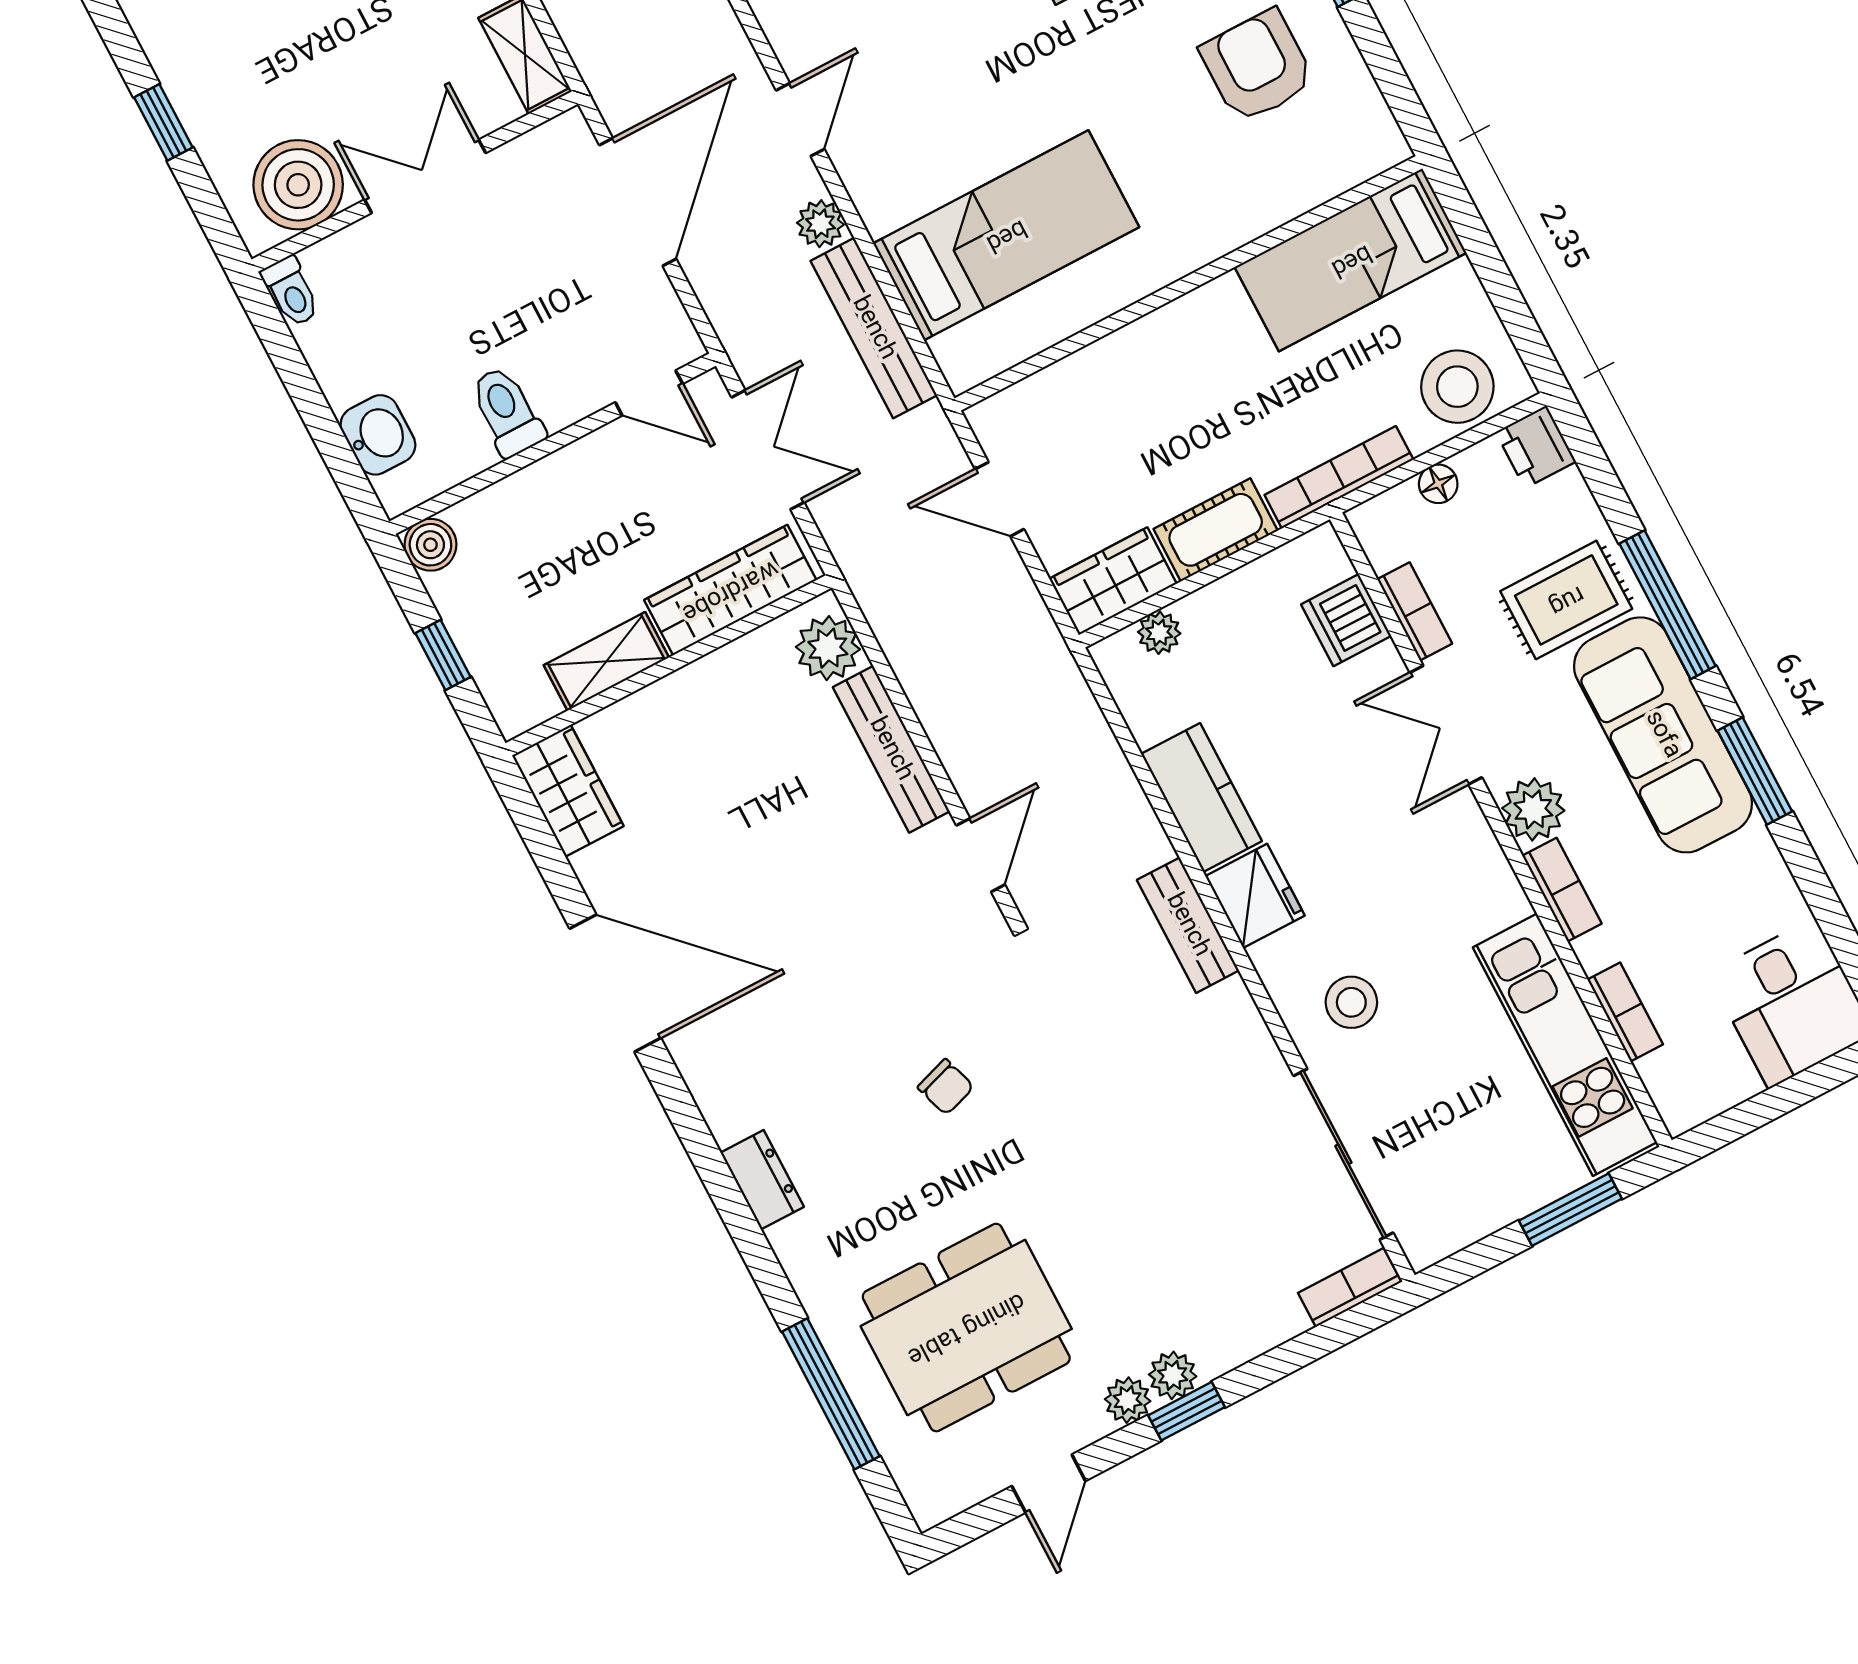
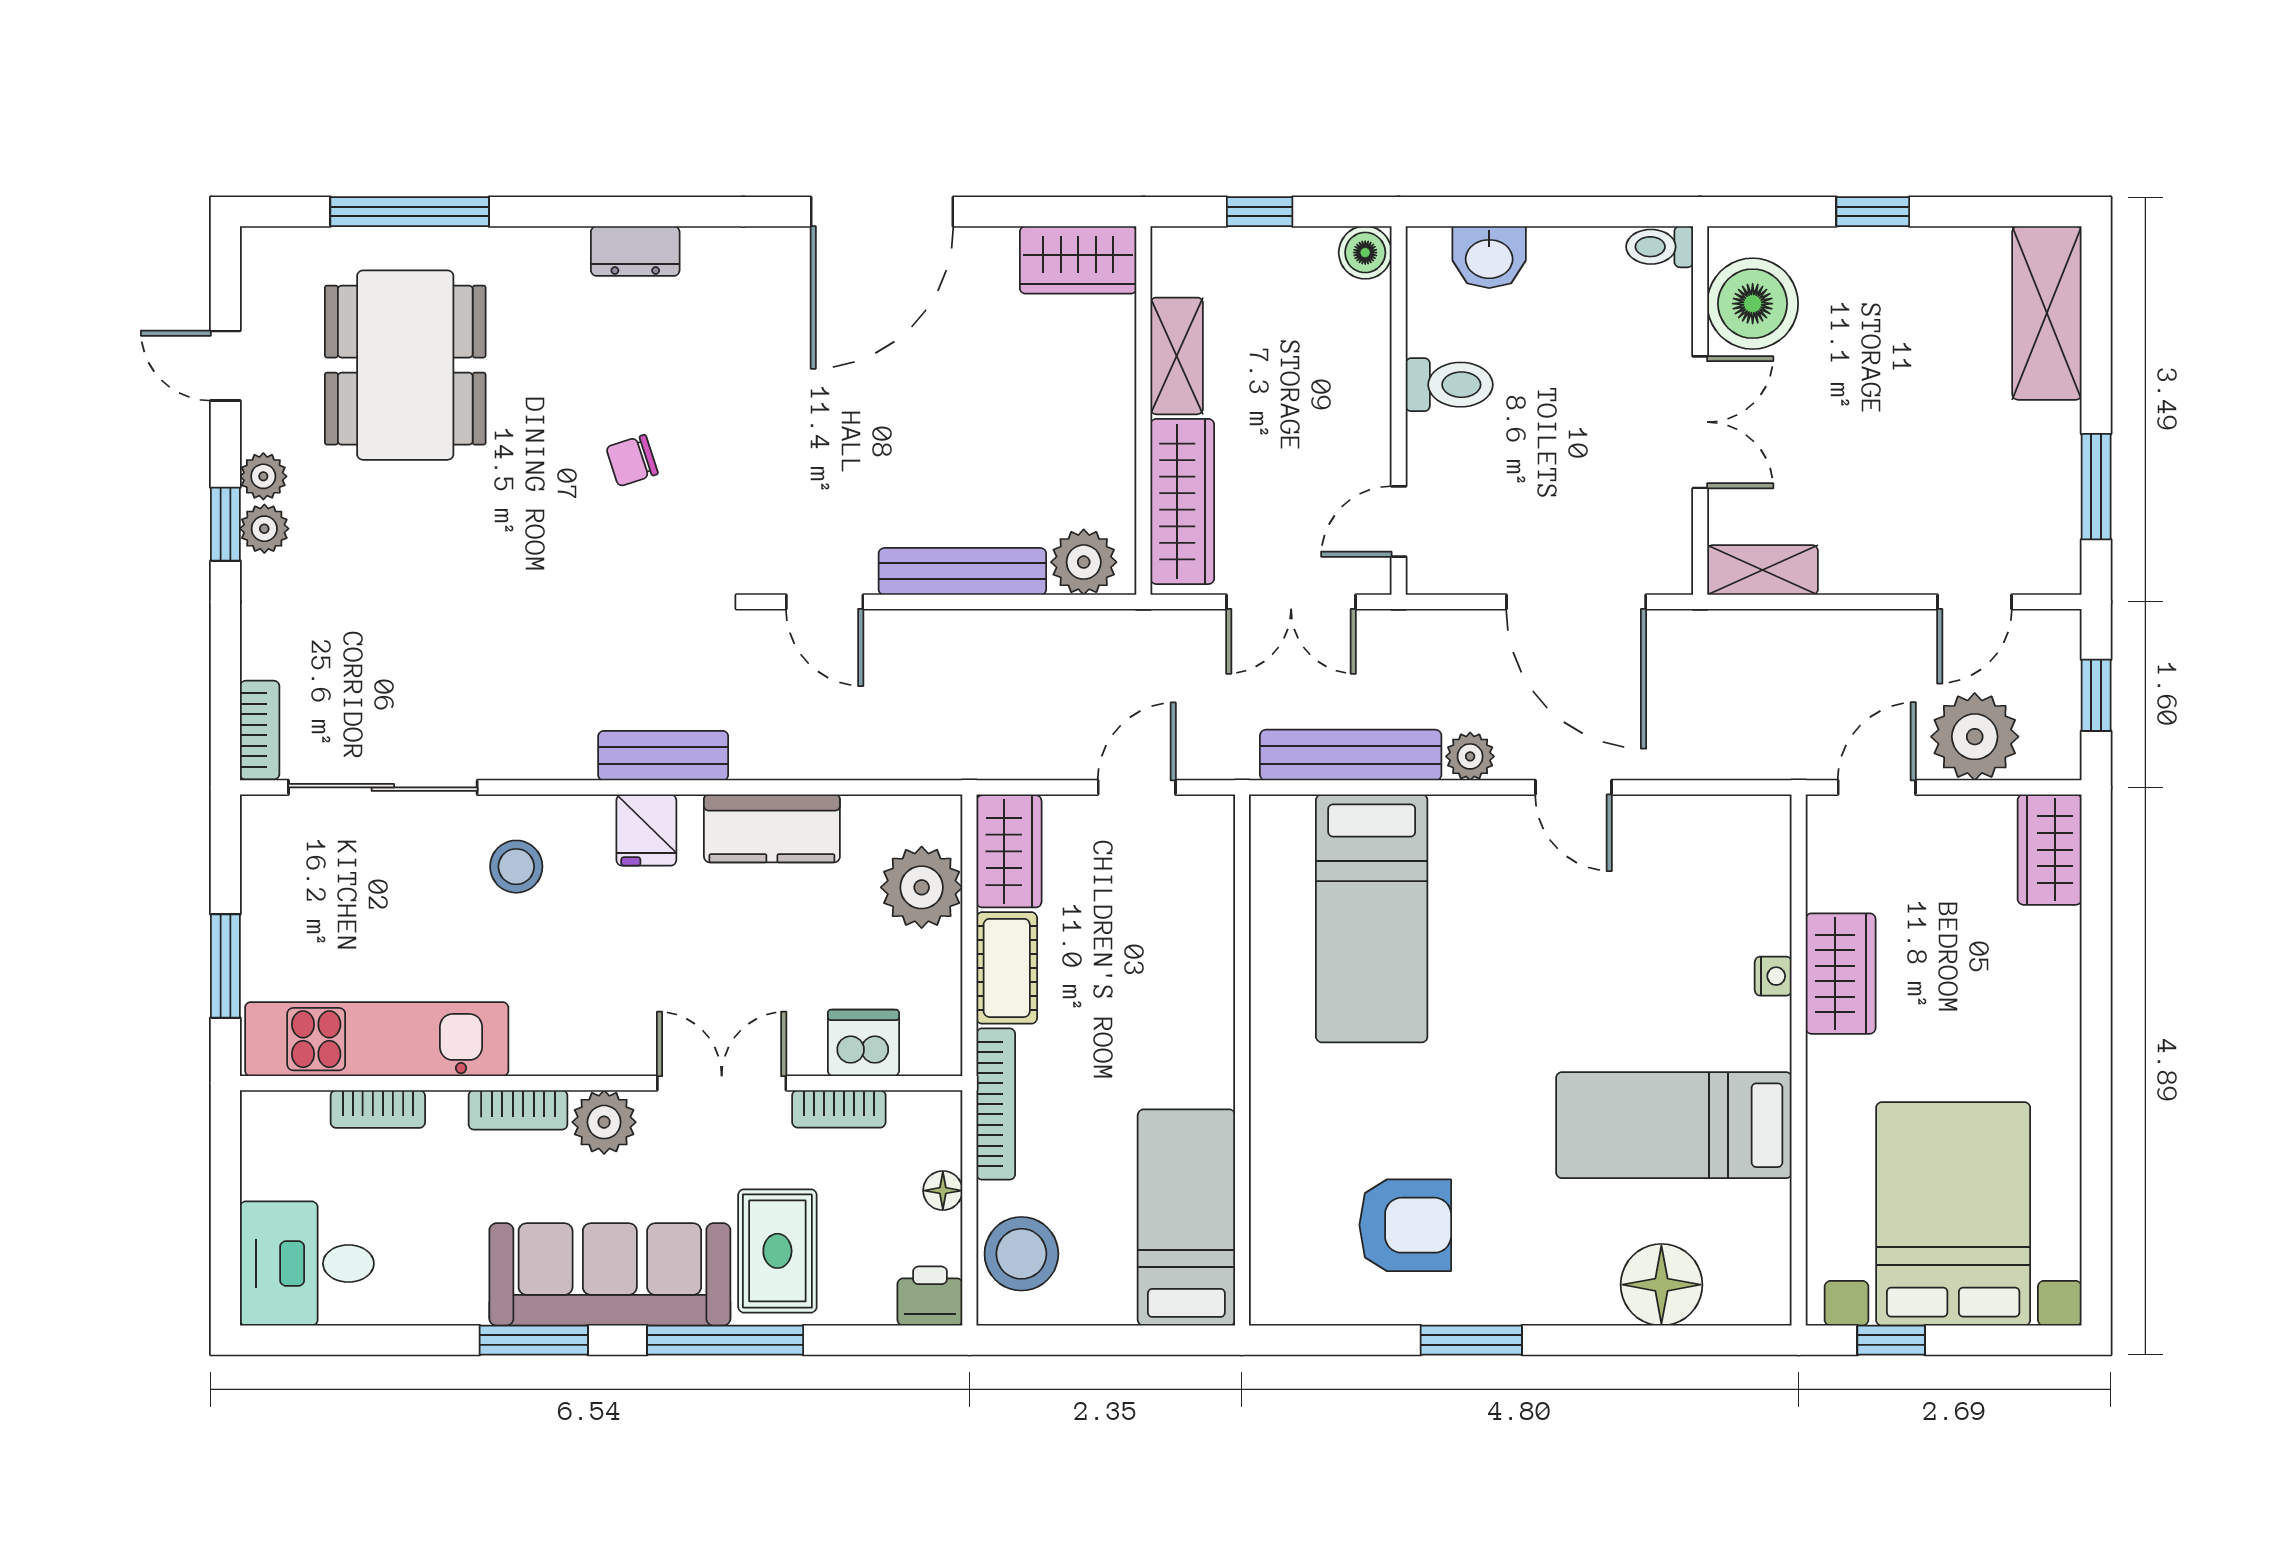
plant: (1159, 633) -> (922, 887), width x1.88, depth x1.88
fridge: (1255, 896) -> (646, 830), width x0.72

